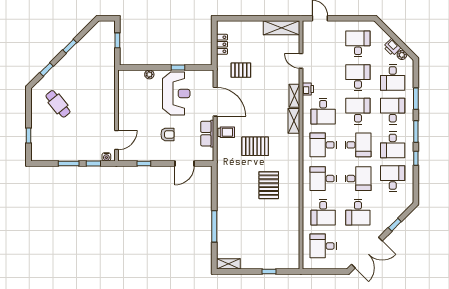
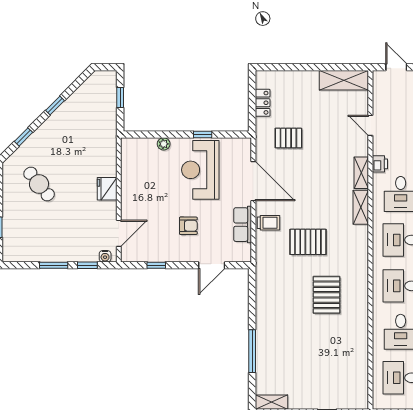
reception desk: (176, 93) -> (200, 170), turned 180
fridge: (108, 107) -> (107, 189), added

